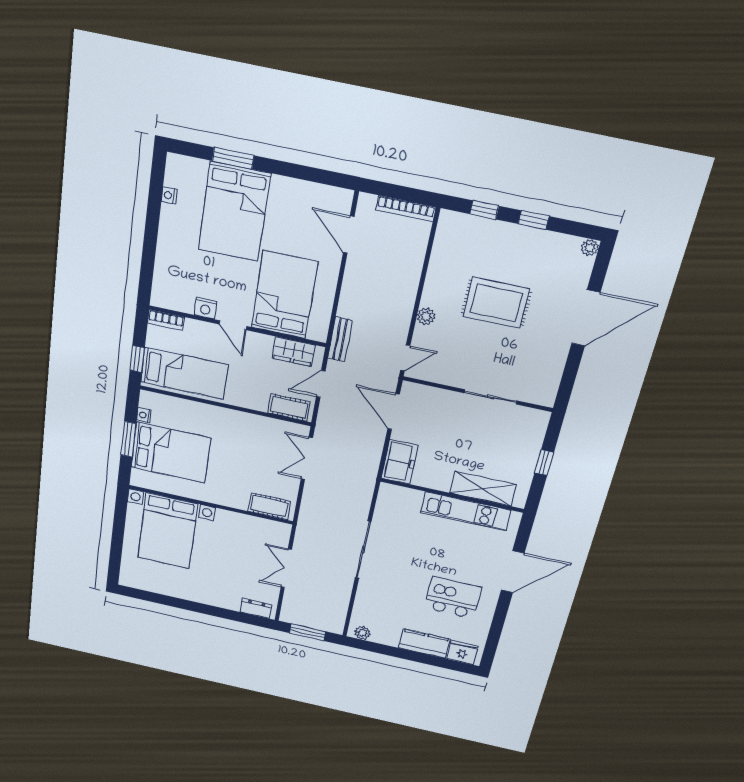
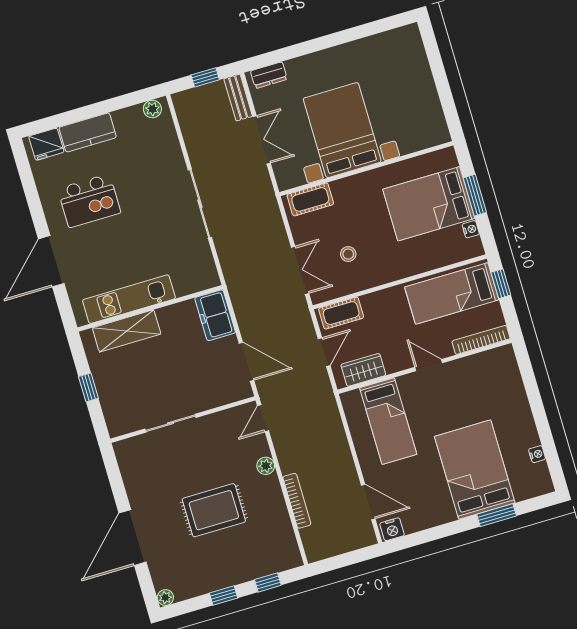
bookcase: (406, 208) -> (297, 501), moved, turned 90
bed: (284, 295) -> (388, 421), width x0.67
nightstand: (205, 308) -> (392, 529), moved, turned 180
bookcase: (166, 320) -> (481, 340), width x1.56
bench: (340, 339) -> (238, 98), moved
stool: (259, 450) -> (348, 254), added
bed with nightstands: (168, 531) -> (342, 130), moved
window: (308, 632) -> (205, 77), width x0.67

